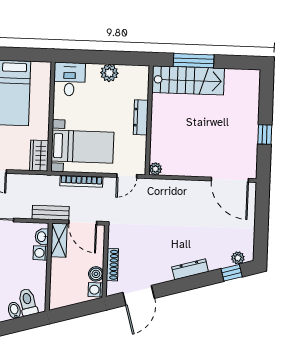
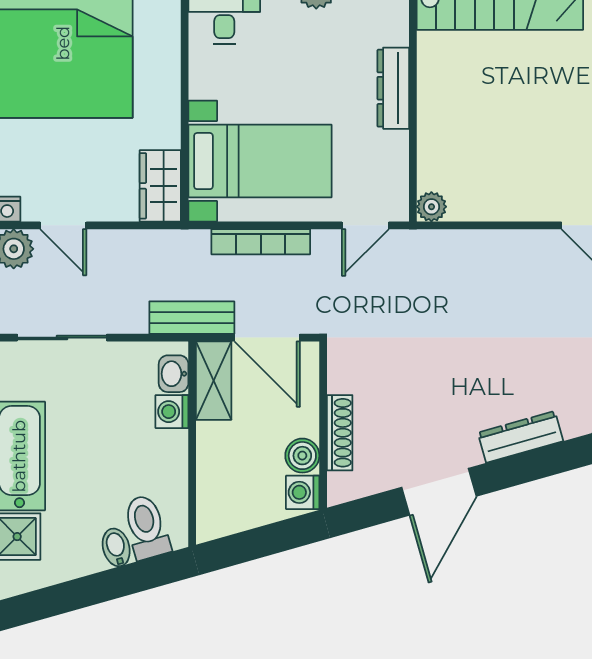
door: (139, 295) -> (439, 492), moved

